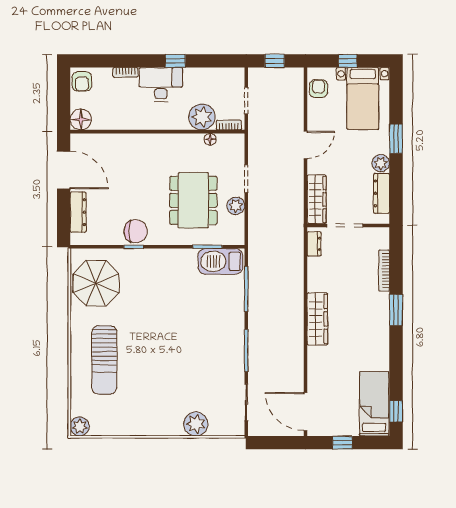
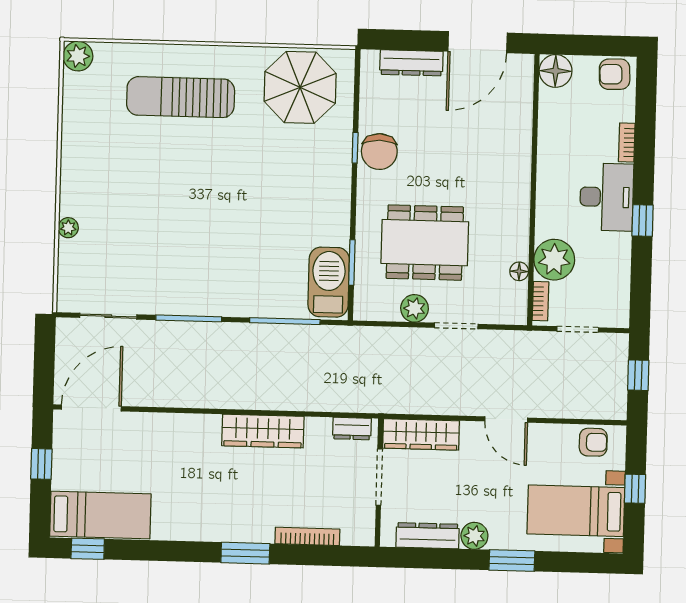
wardrobe: (317, 319) -> (263, 431), moved
plant: (196, 424) -> (68, 228), width x0.53, depth x0.53

